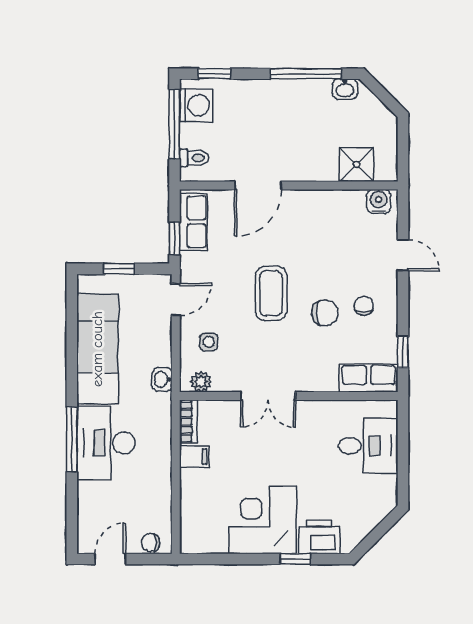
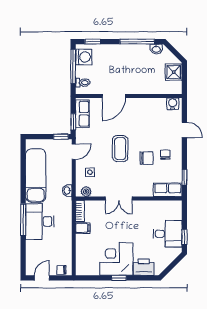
shower: (356, 165) -> (174, 72), moved
window: (119, 269) -> (61, 137), moved
desk: (368, 446) -> (168, 234), moved
window: (403, 475) -> (184, 237), added
window: (295, 559) -> (119, 278), moved

